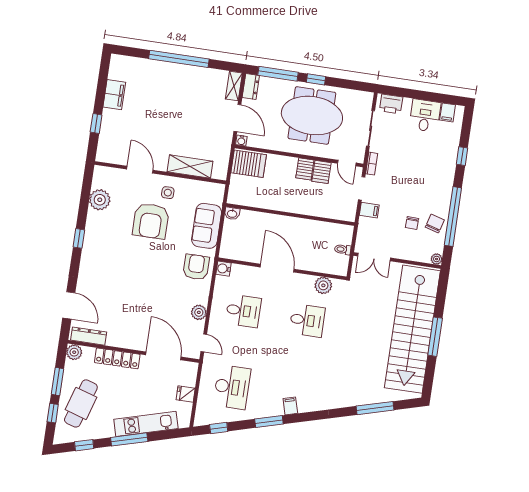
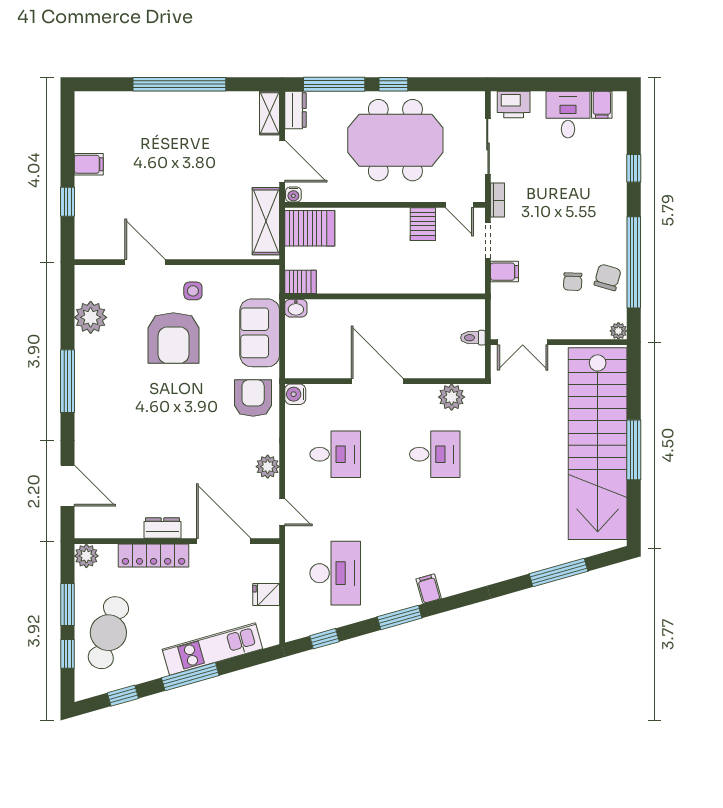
filing cabinet: (114, 95) -> (89, 164), width x0.50
shelving: (190, 166) -> (266, 221), moved, turned 90
server rack: (305, 169) -> (301, 282), moved, turned -90
window: (79, 238) -> (68, 381), width x2.17
dresser: (89, 336) -> (162, 528), moved, width x0.70

